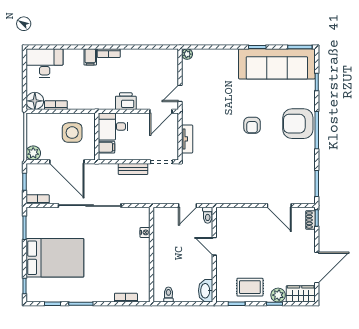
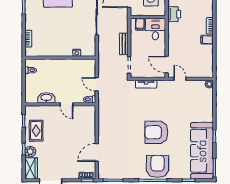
filing cabinet: (90, 57) -> (207, 40), moved
printer: (126, 101) -> (174, 14), moved
armchair: (252, 125) -> (156, 132), width x1.88, depth x1.88
door: (214, 246) -> (66, 104), swing flipped
washbasin: (206, 291) -> (46, 98), moved

